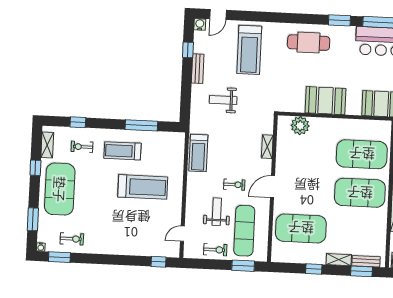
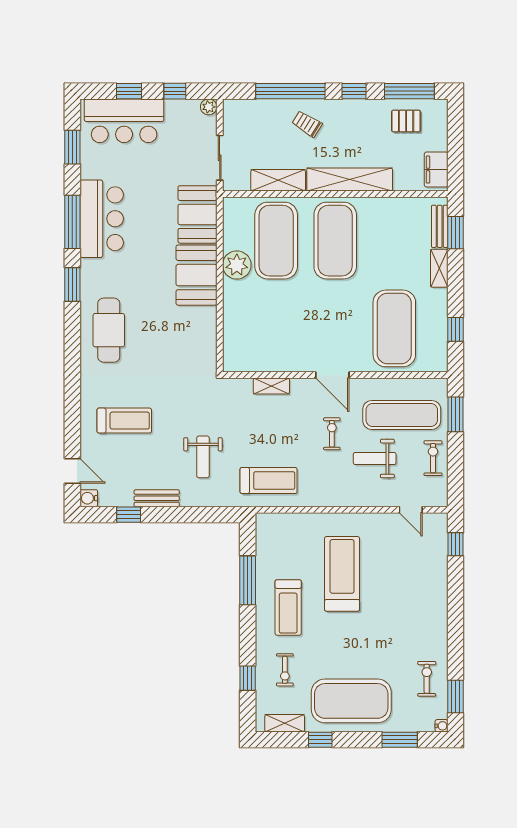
treadmill: (249, 50) -> (124, 421), width x0.73, depth x0.73
booth: (326, 101) -> (197, 275), moved
plant: (300, 126) -> (237, 265), moved
treadmill: (198, 153) -> (269, 481), moved
window: (314, 269) -> (455, 329), moved

